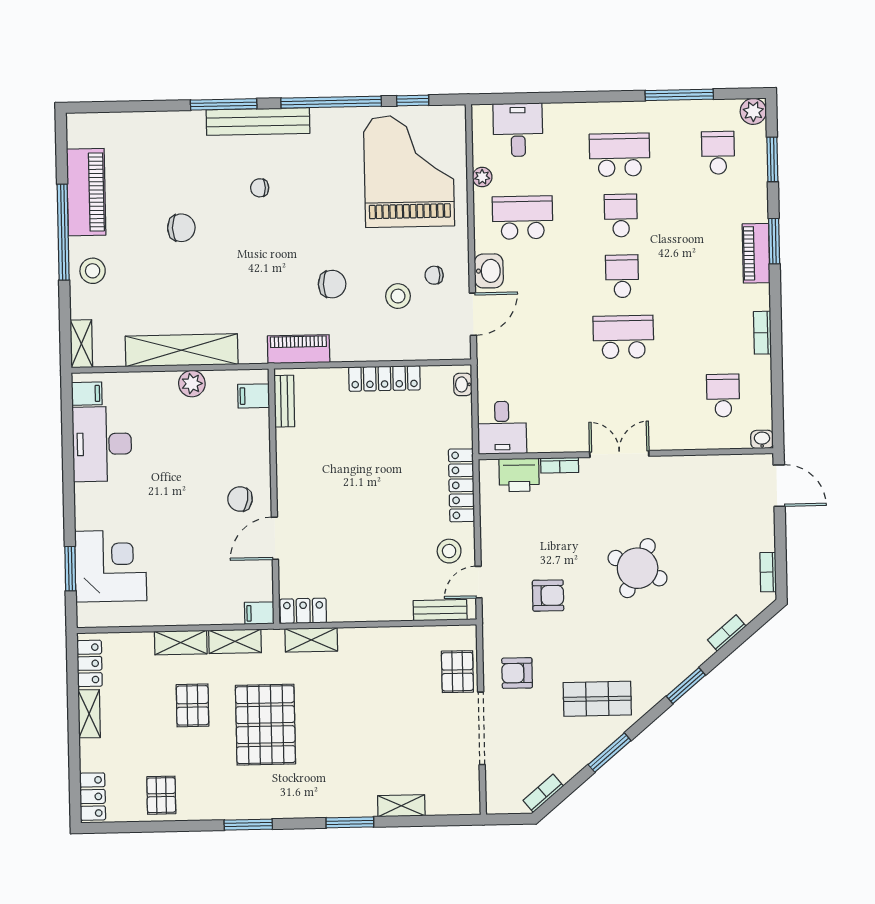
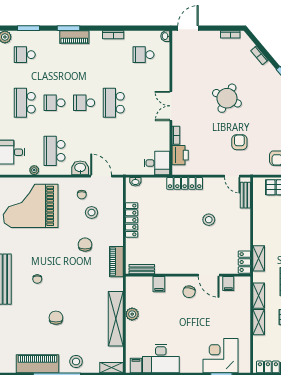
filing cabinet: (254, 396) -> (159, 284), moved
stool: (449, 551) -> (209, 220), moved
filing cabinet: (259, 613) -> (228, 284), moved

